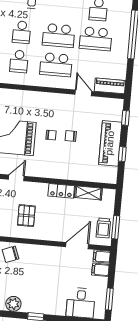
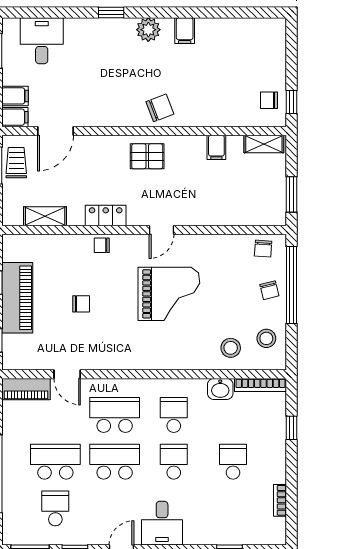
chair: (51, 135) -> (102, 245), moved
locker: (61, 191) -> (106, 215), moved
pallet: (26, 216) -> (147, 156), moved, turned 90

